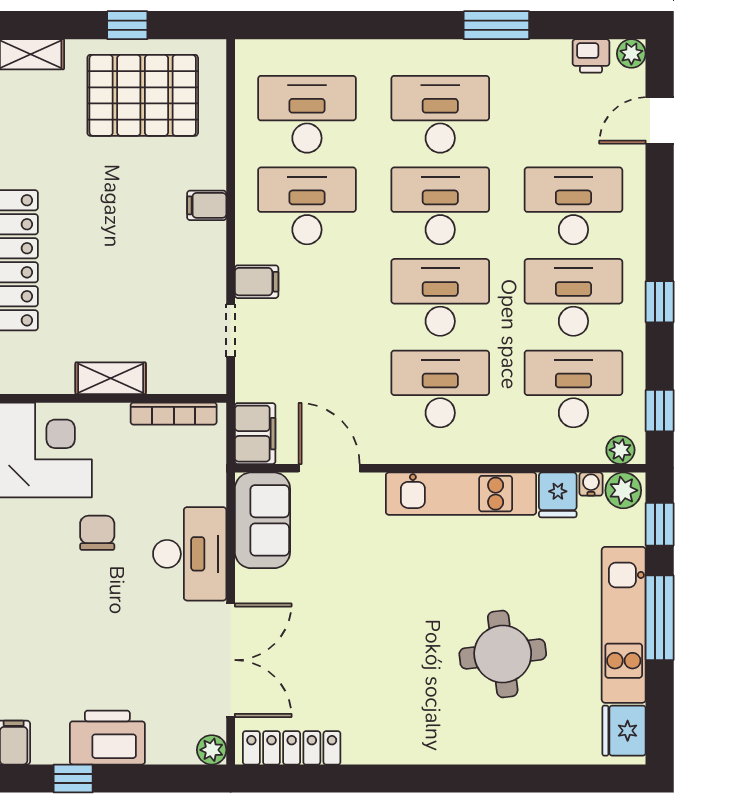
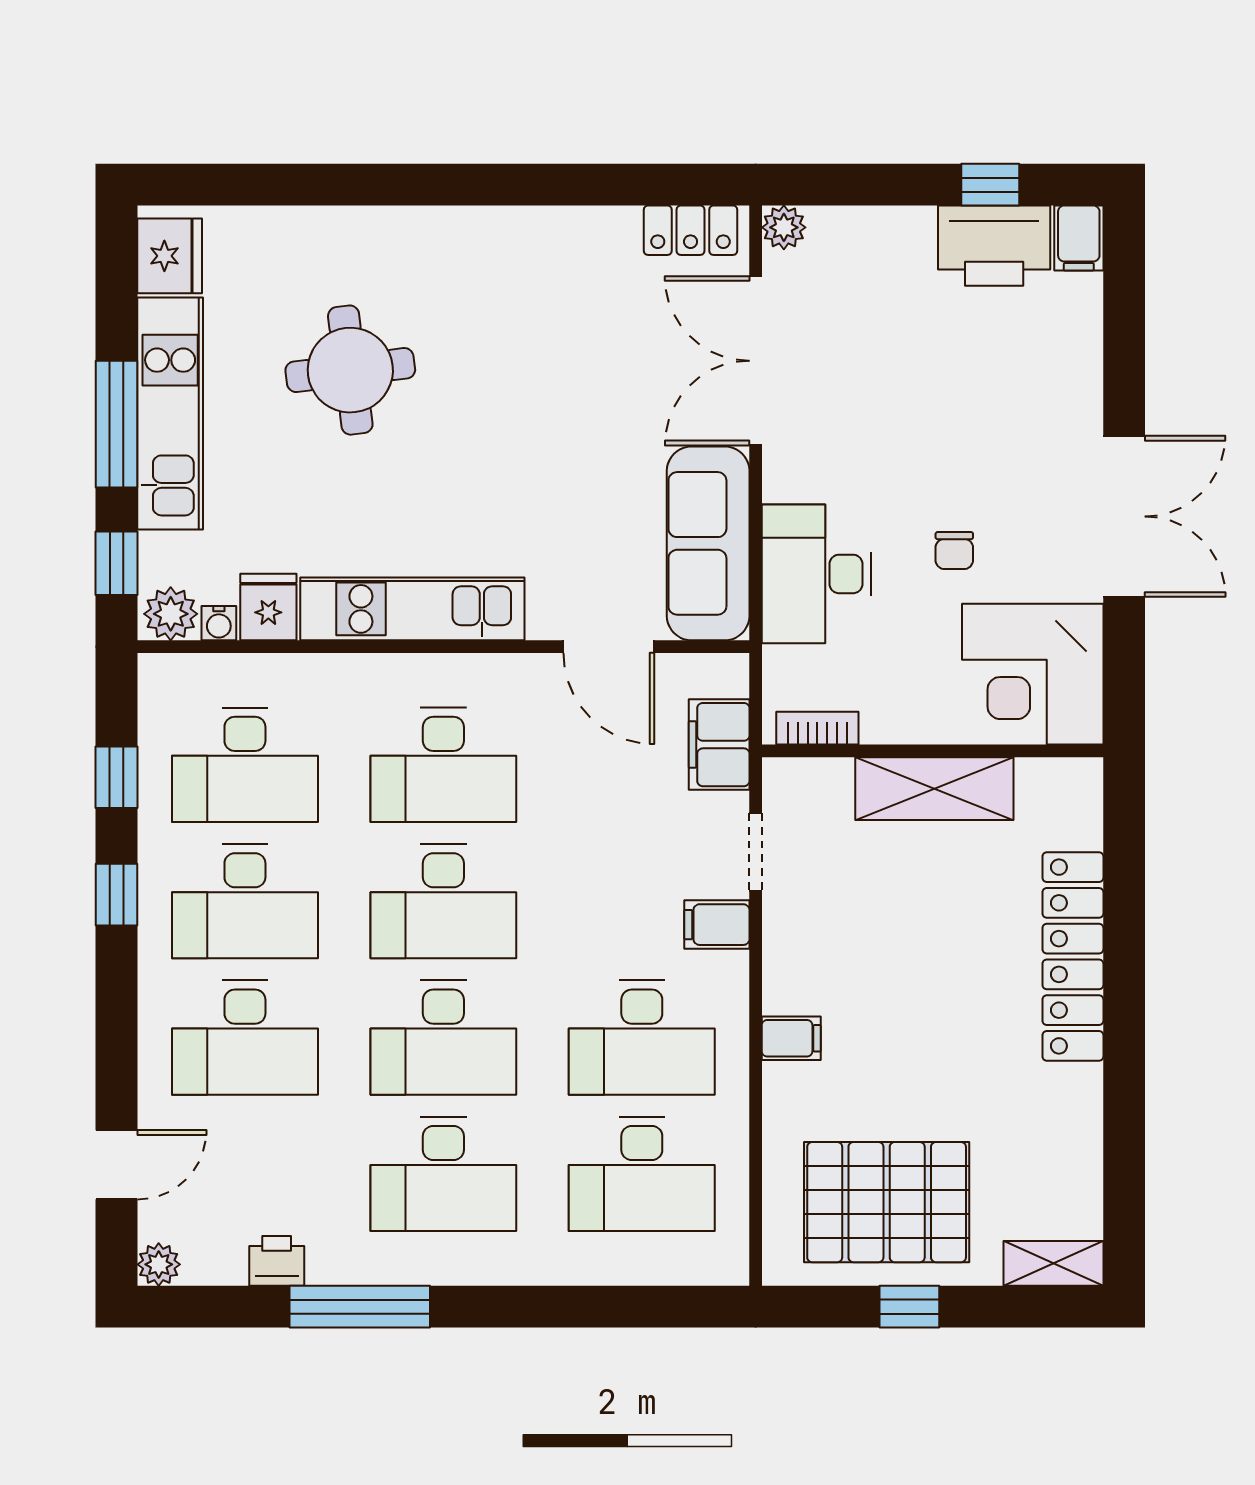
window: (496, 25) -> (360, 1307), width x1.44
printer: (591, 56) -> (277, 1261), moved
shelving: (111, 378) -> (934, 789), width x1.50, depth x1.33
window: (660, 411) -> (117, 777), moved
bookcase: (174, 414) -> (817, 728), width x0.64
filing cabinet: (255, 434) -> (719, 745), moved
plant: (620, 450) -> (175, 674), removed
sofa: (262, 520) -> (708, 543), width x1.36
chair: (97, 533) -> (954, 551), width x0.73, depth x0.73
desk: (190, 554) -> (816, 574), moved
printer: (107, 738) -> (994, 246), moved
locker: (292, 748) -> (691, 230), width x0.66

